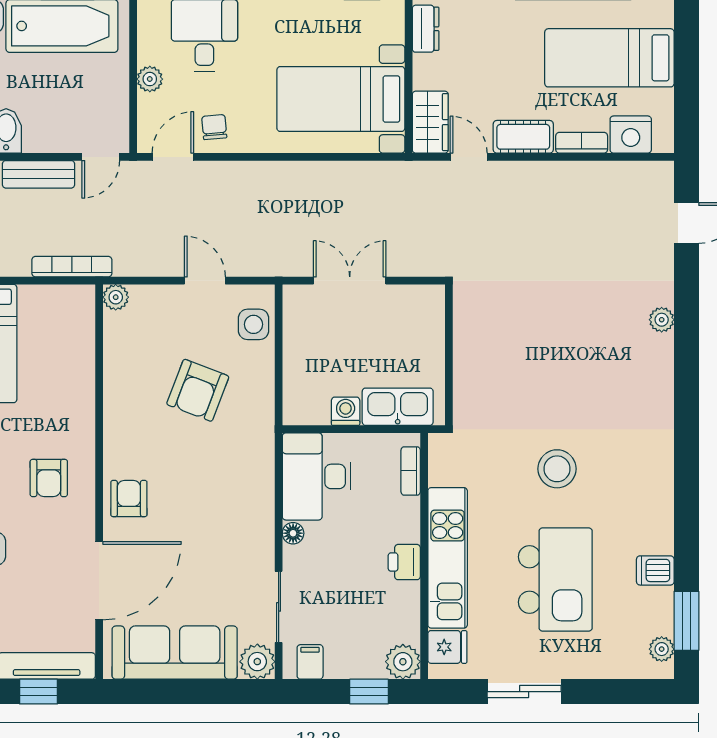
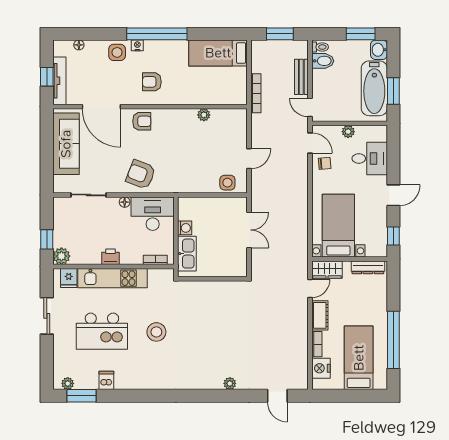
dresser: (426, 29) -> (368, 267), width x1.44
plant: (116, 297) -> (204, 115), moved
armchair: (198, 390) -> (141, 175), moved
plant: (257, 662) -> (62, 184), removed
filing cabinet: (310, 662) -> (61, 210), removed

